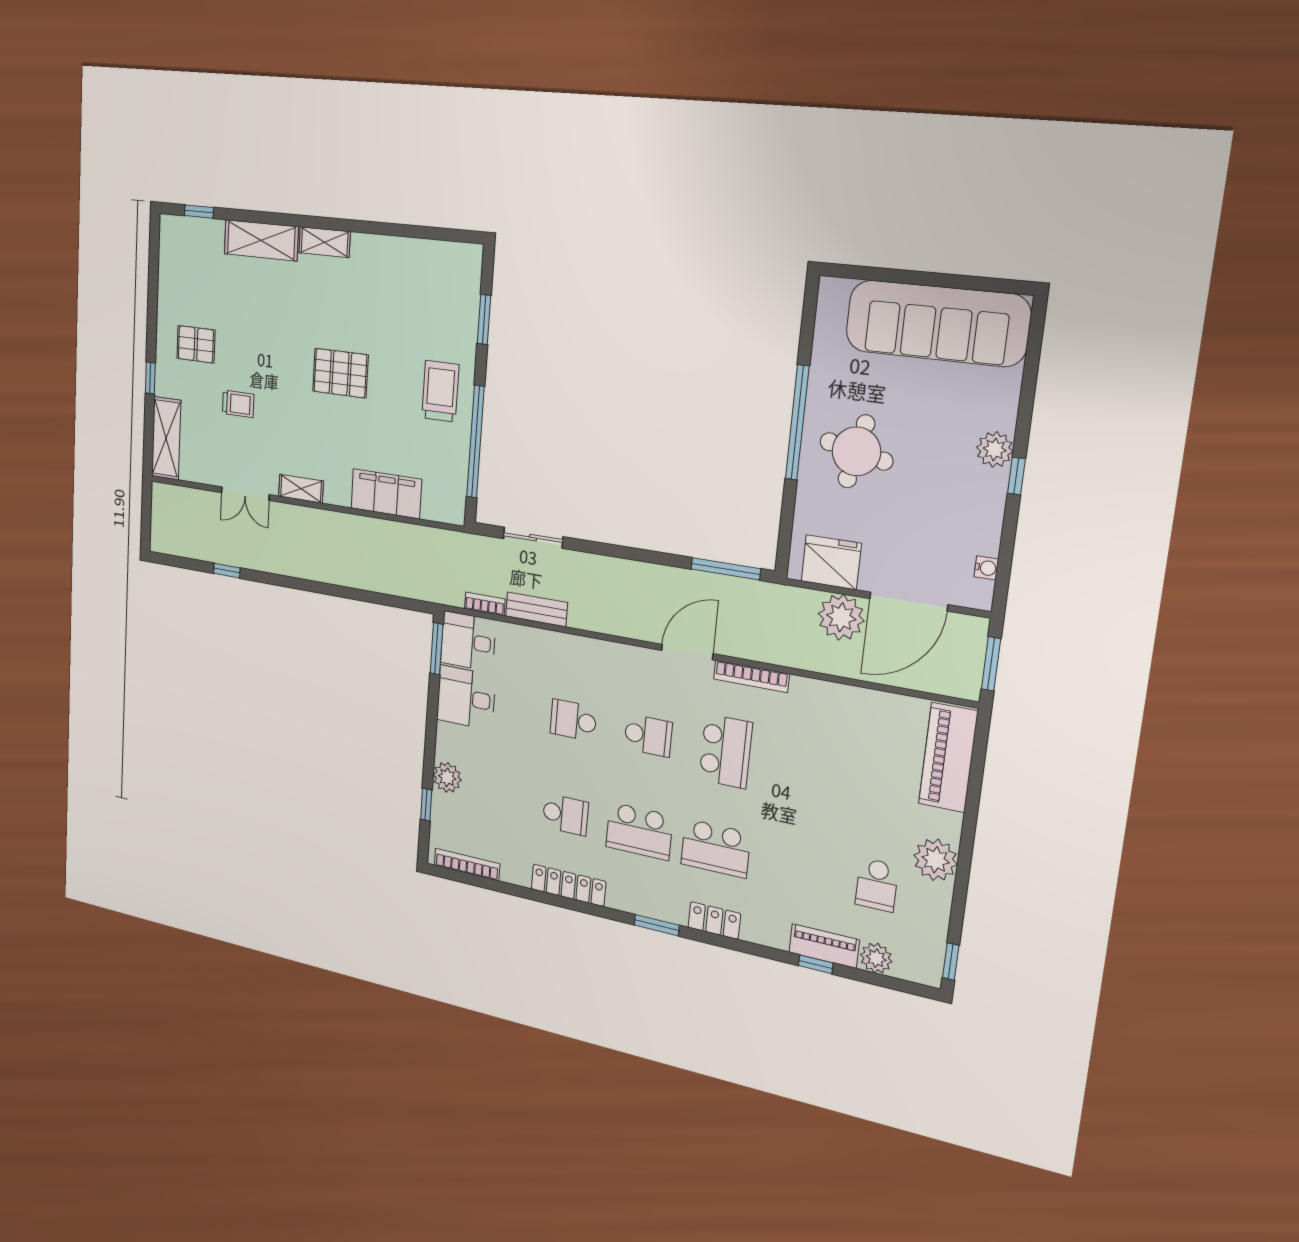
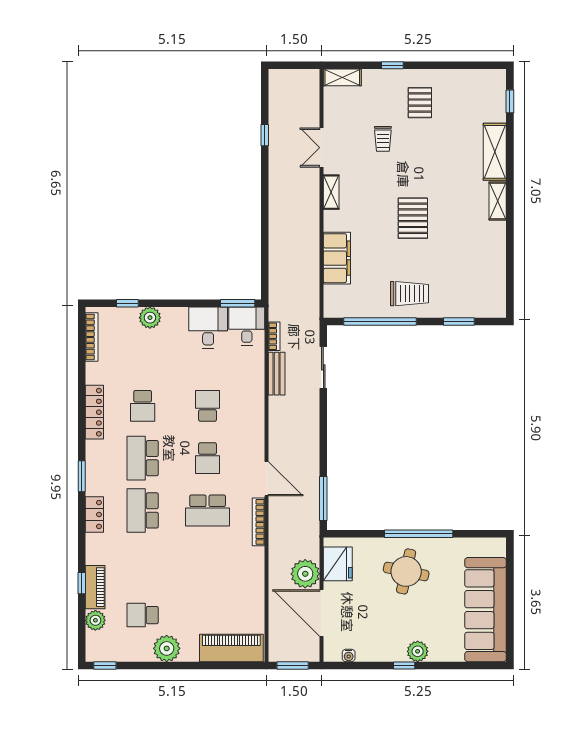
shelving: (166, 438) -> (342, 77), width x0.67, depth x0.75

